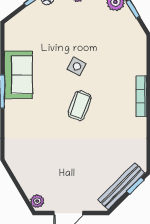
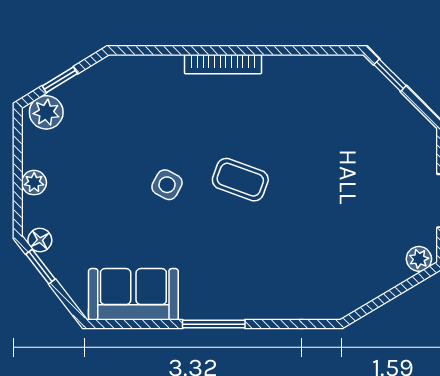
sofa: (18, 75) -> (133, 294), moved
bench: (121, 186) -> (391, 101), removed

